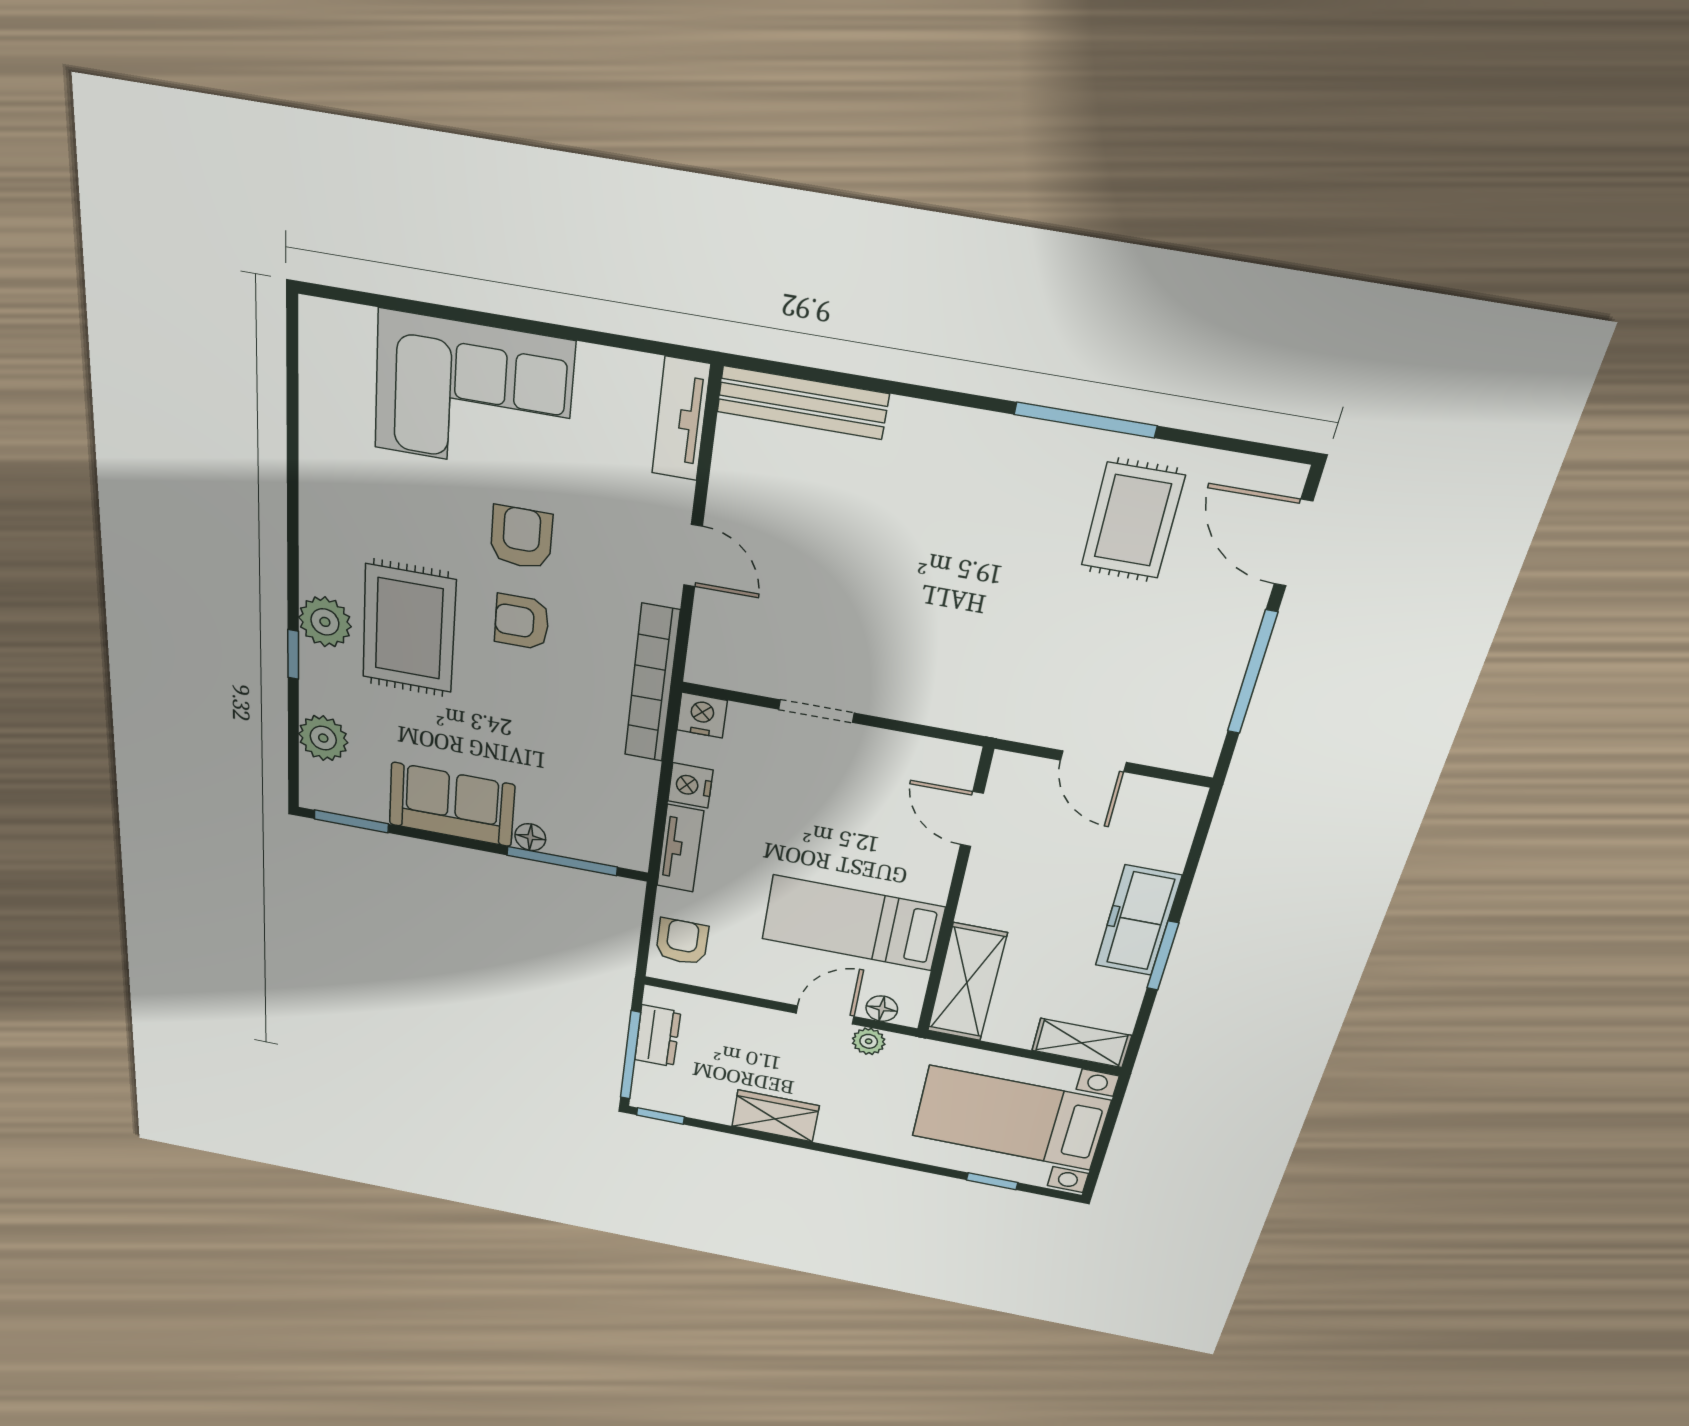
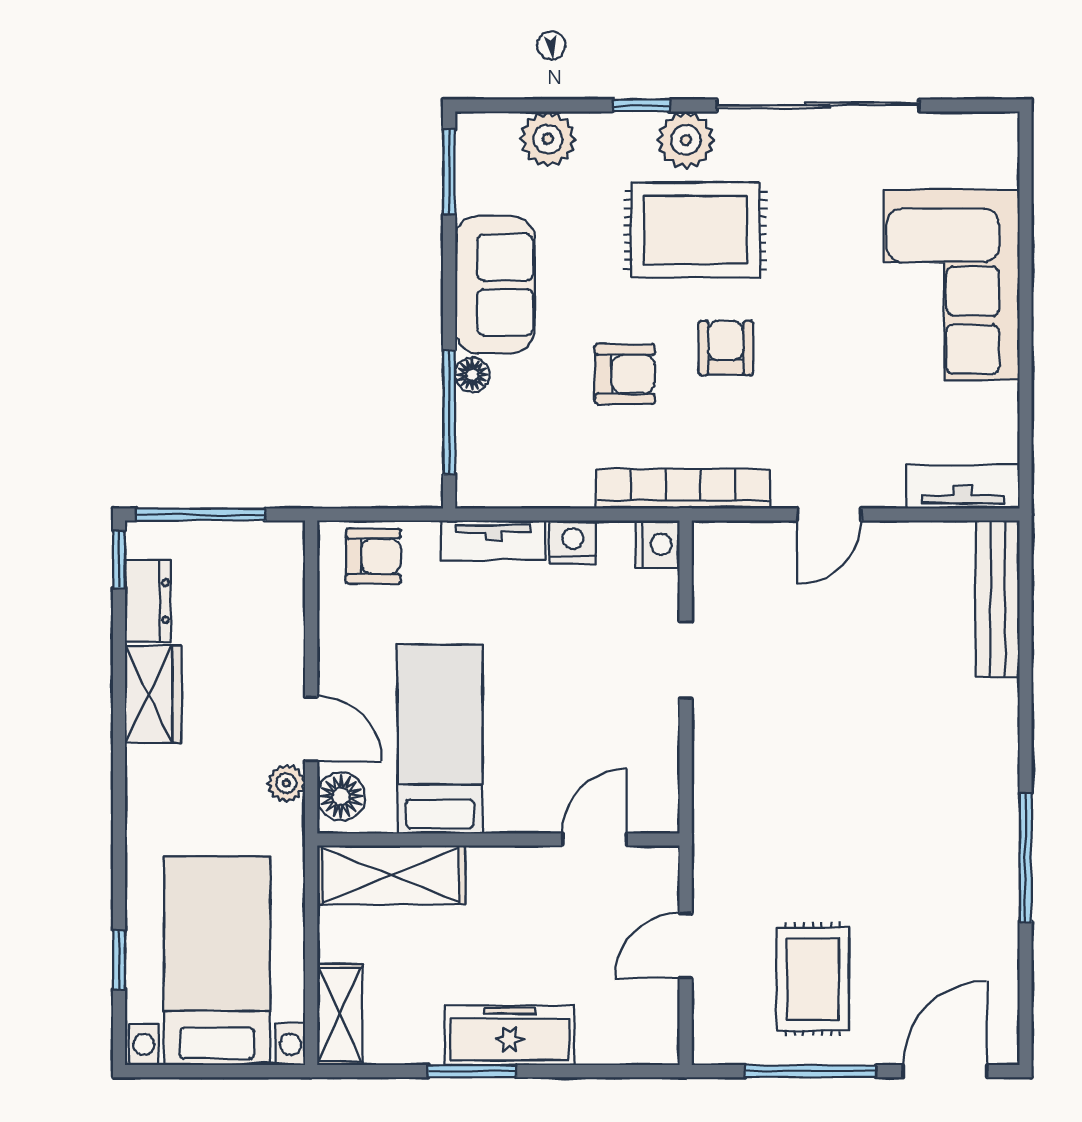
sliding door: (293, 496) -> (818, 105), added
rug: (1133, 521) -> (813, 979), moved, turned 90
armchair: (521, 537) -> (625, 374), moved
floor lamp: (882, 1009) -> (341, 796), width x1.37, depth x1.37
dresser: (658, 1036) -> (148, 601), moved, turned -90

